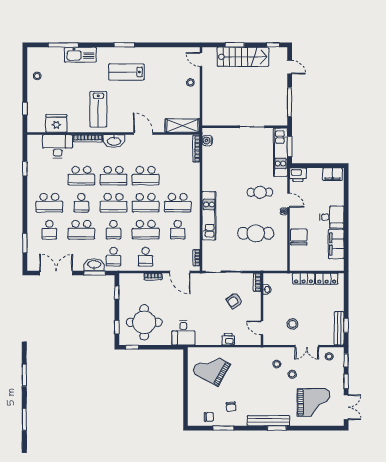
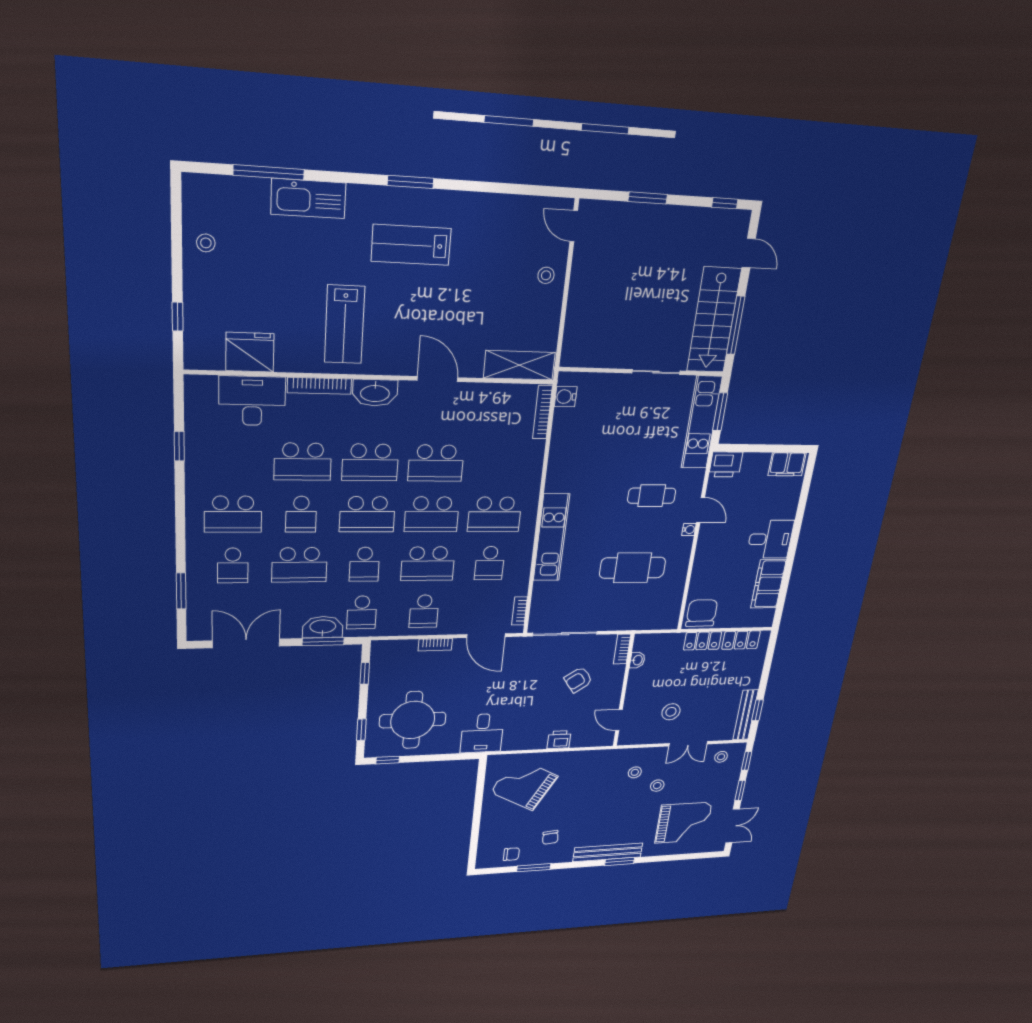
stairs: (243, 57) -> (714, 320), moved, turned 90
chair: (299, 237) -> (702, 613), moved

